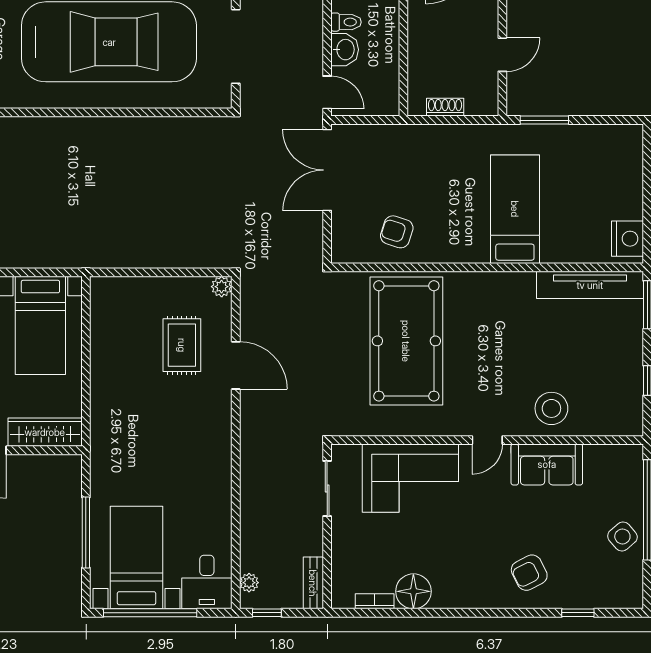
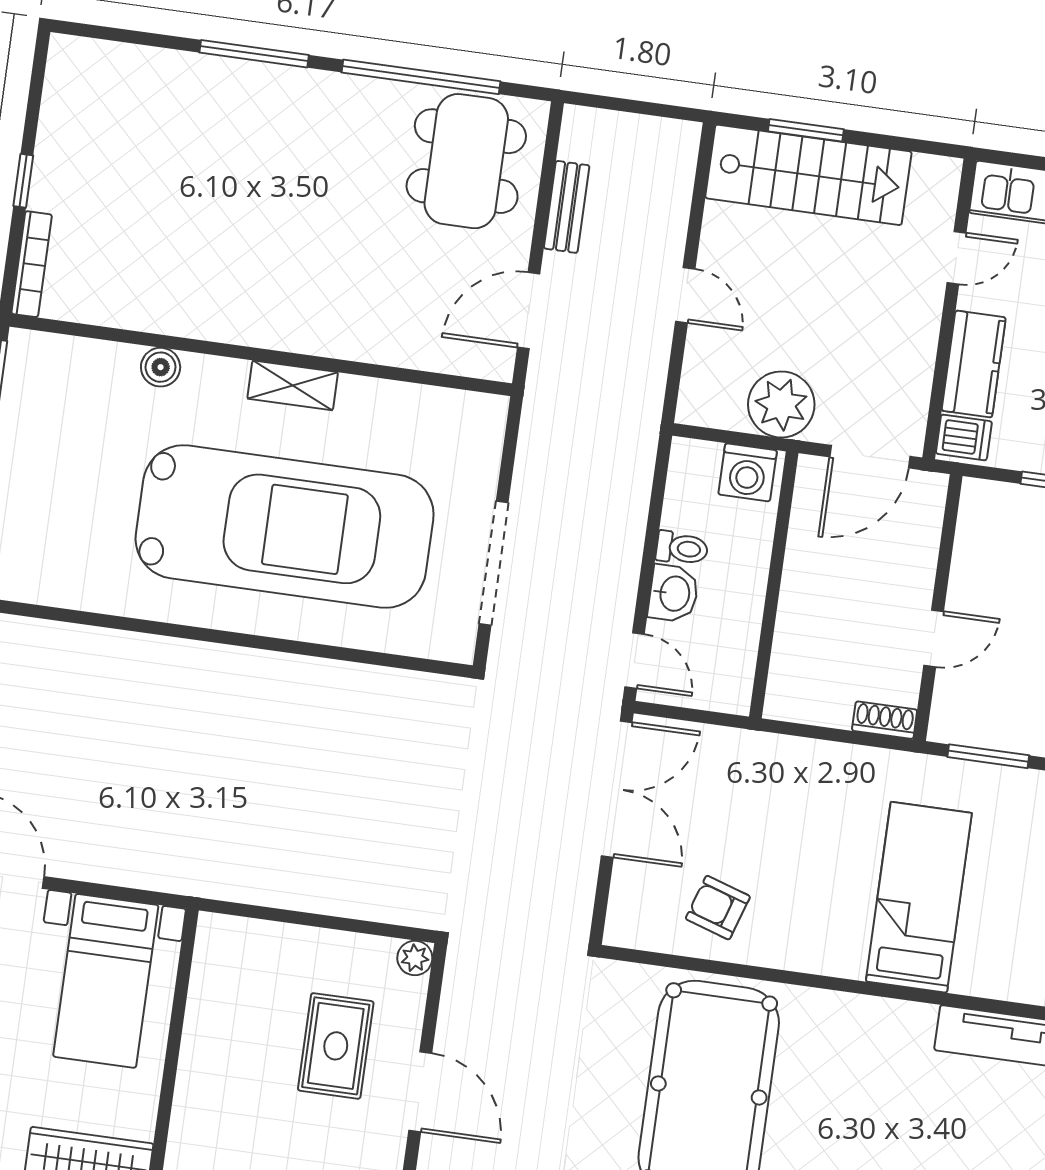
shoe rack: (445, 107) -> (885, 720), moved
double door: (327, 170) -> (617, 789), swing flipped

